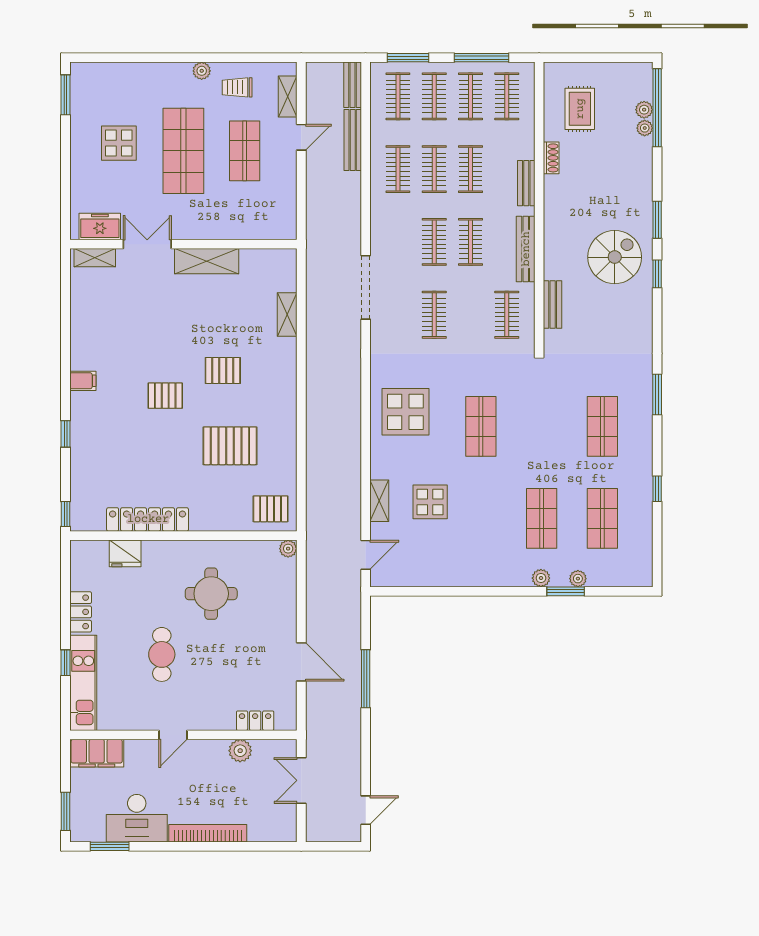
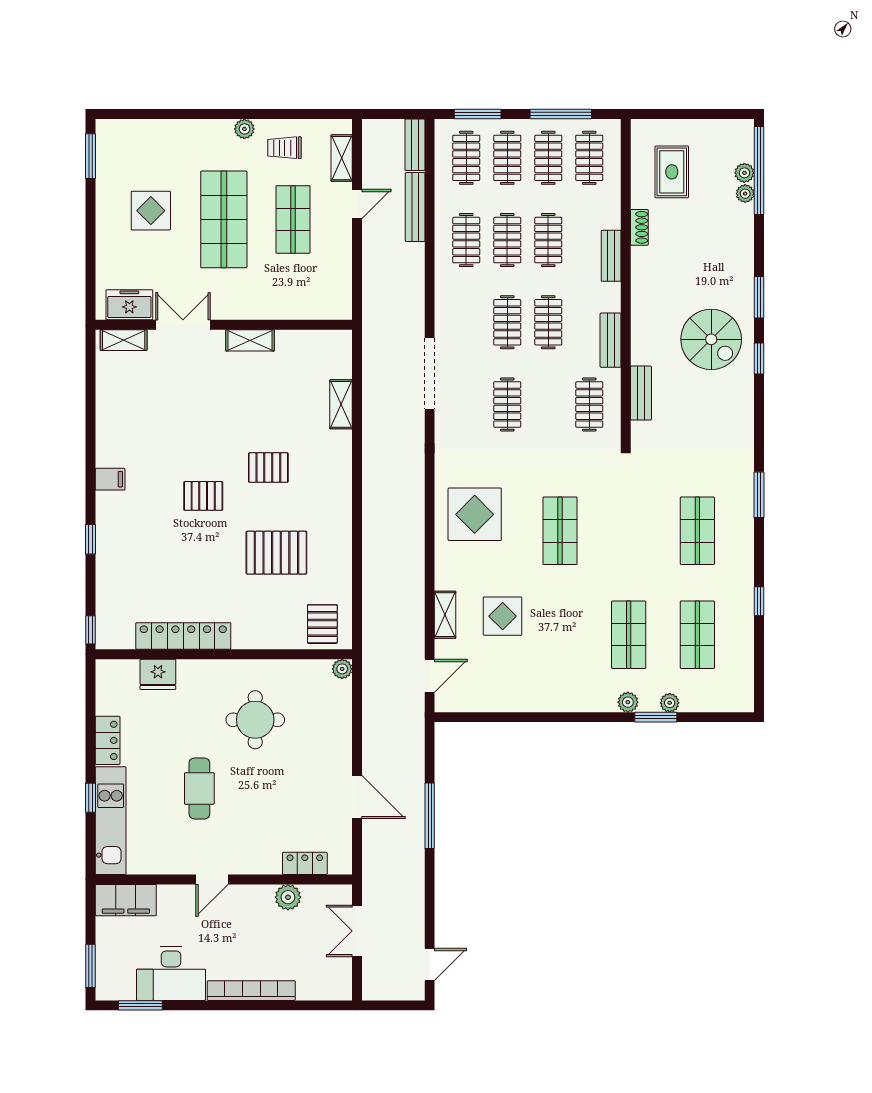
bench: (526, 249) -> (611, 340), width x0.73
spiral stairs: (615, 257) -> (711, 339), turned 90
shelving: (207, 261) -> (250, 340), width x0.67, depth x0.75
pallet: (271, 509) -> (322, 624), turned 90

